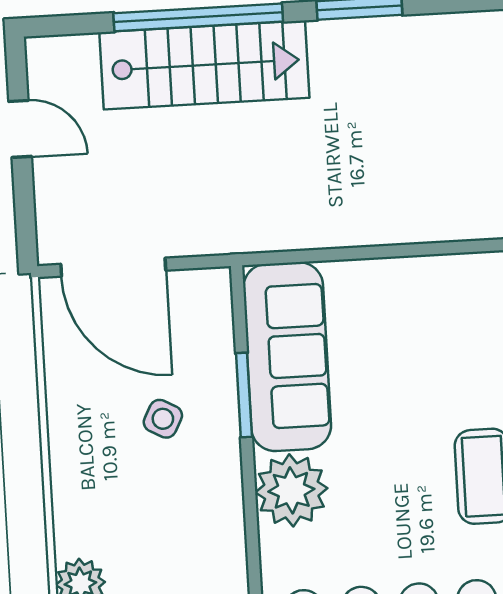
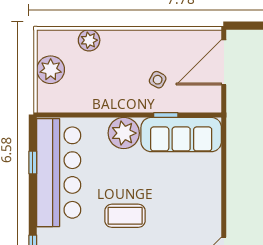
window: (244, 395) -> (166, 115), width x0.67

